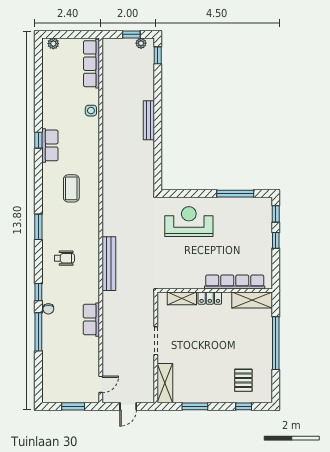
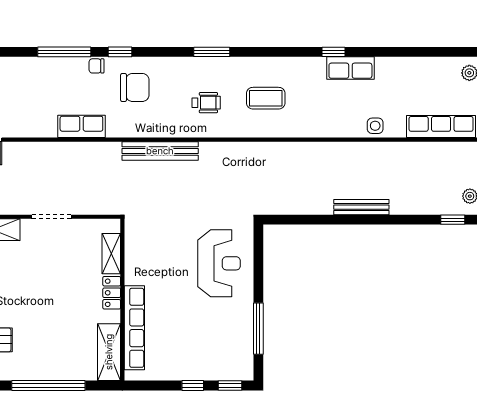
row of seats: (50, 145) -> (350, 68), moved
wheelchair: (64, 258) -> (206, 103), moved, turned -90
chair: (64, 282) -> (135, 87), added

